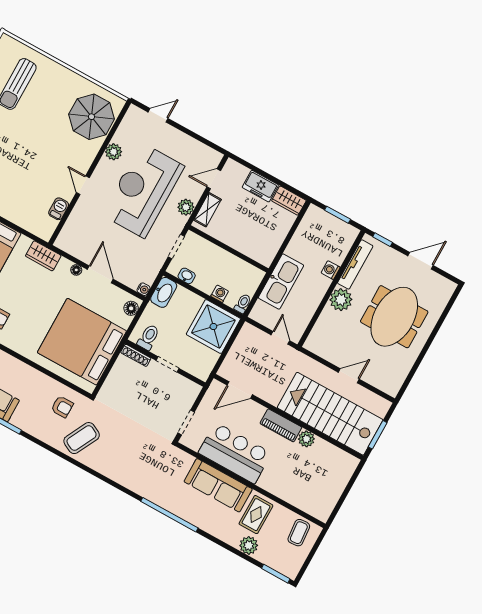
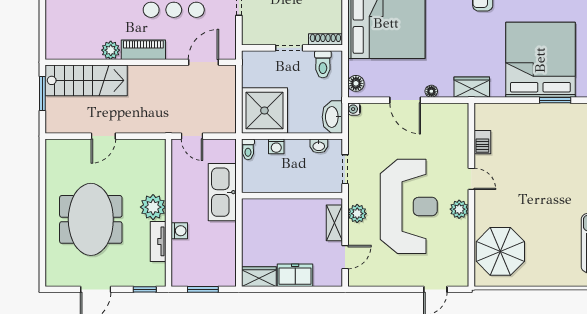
plant: (114, 152) -> (459, 209), moved
tv unit: (355, 264) -> (158, 241), width x0.71
stairs: (330, 414) -> (86, 80), width x0.73, depth x0.66

